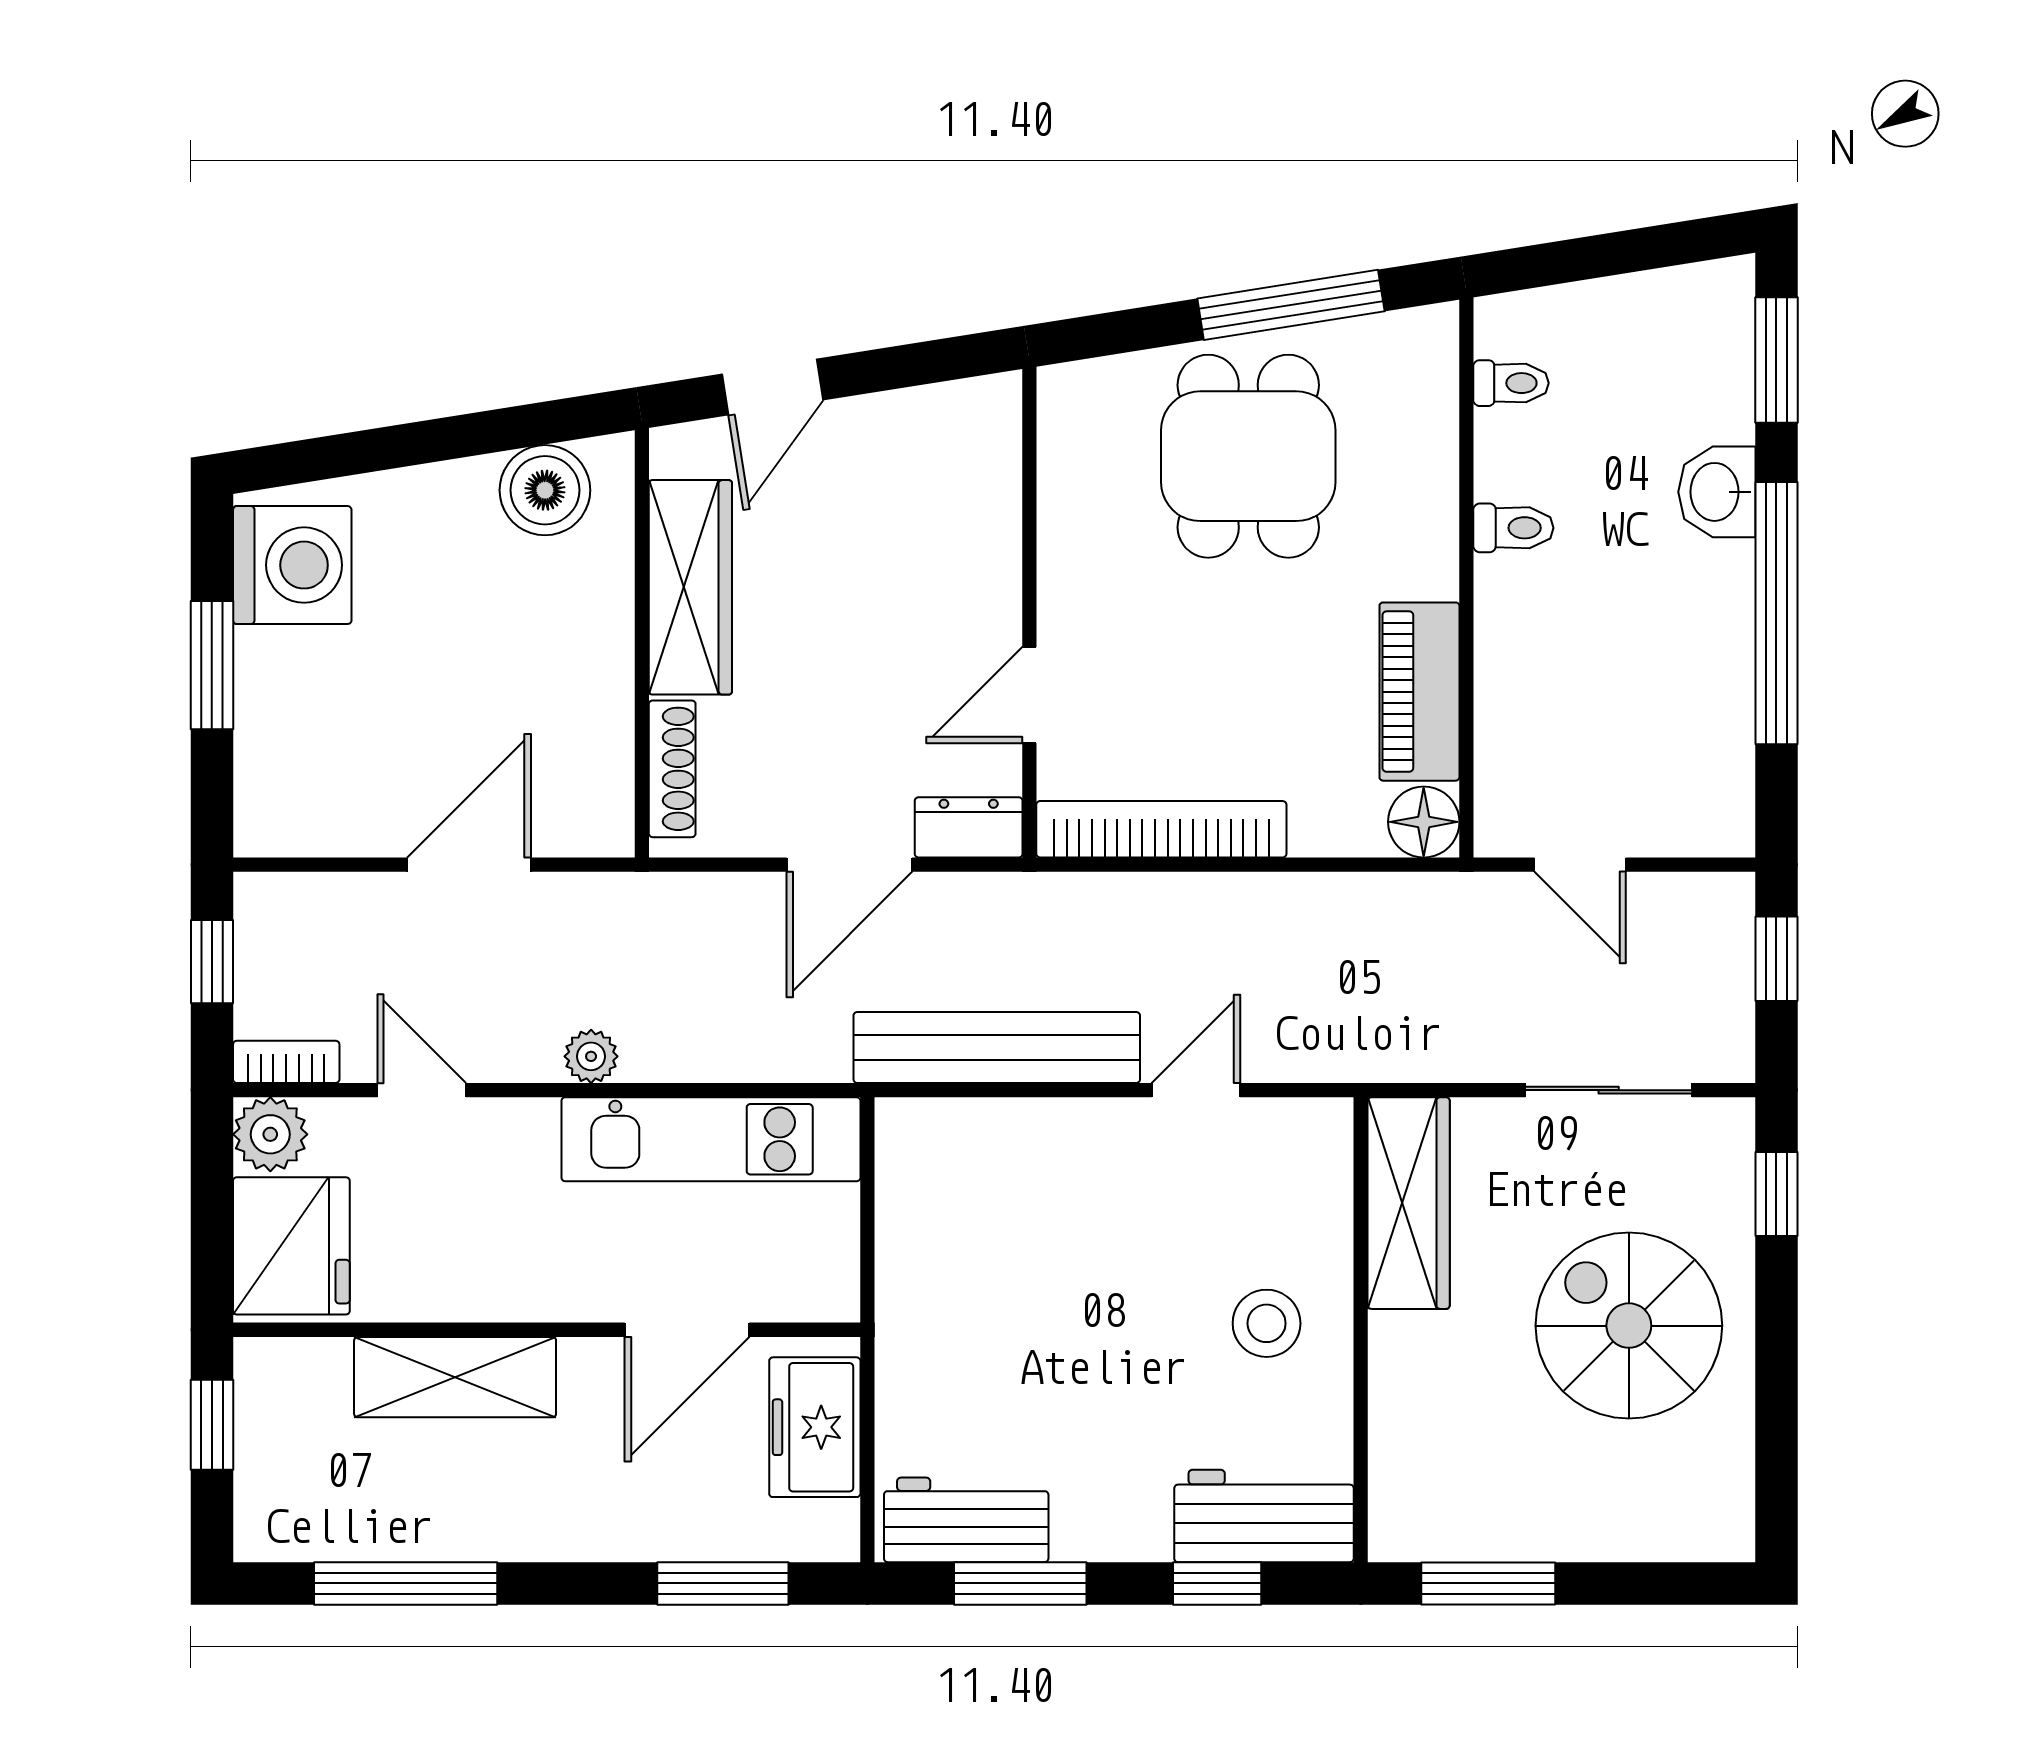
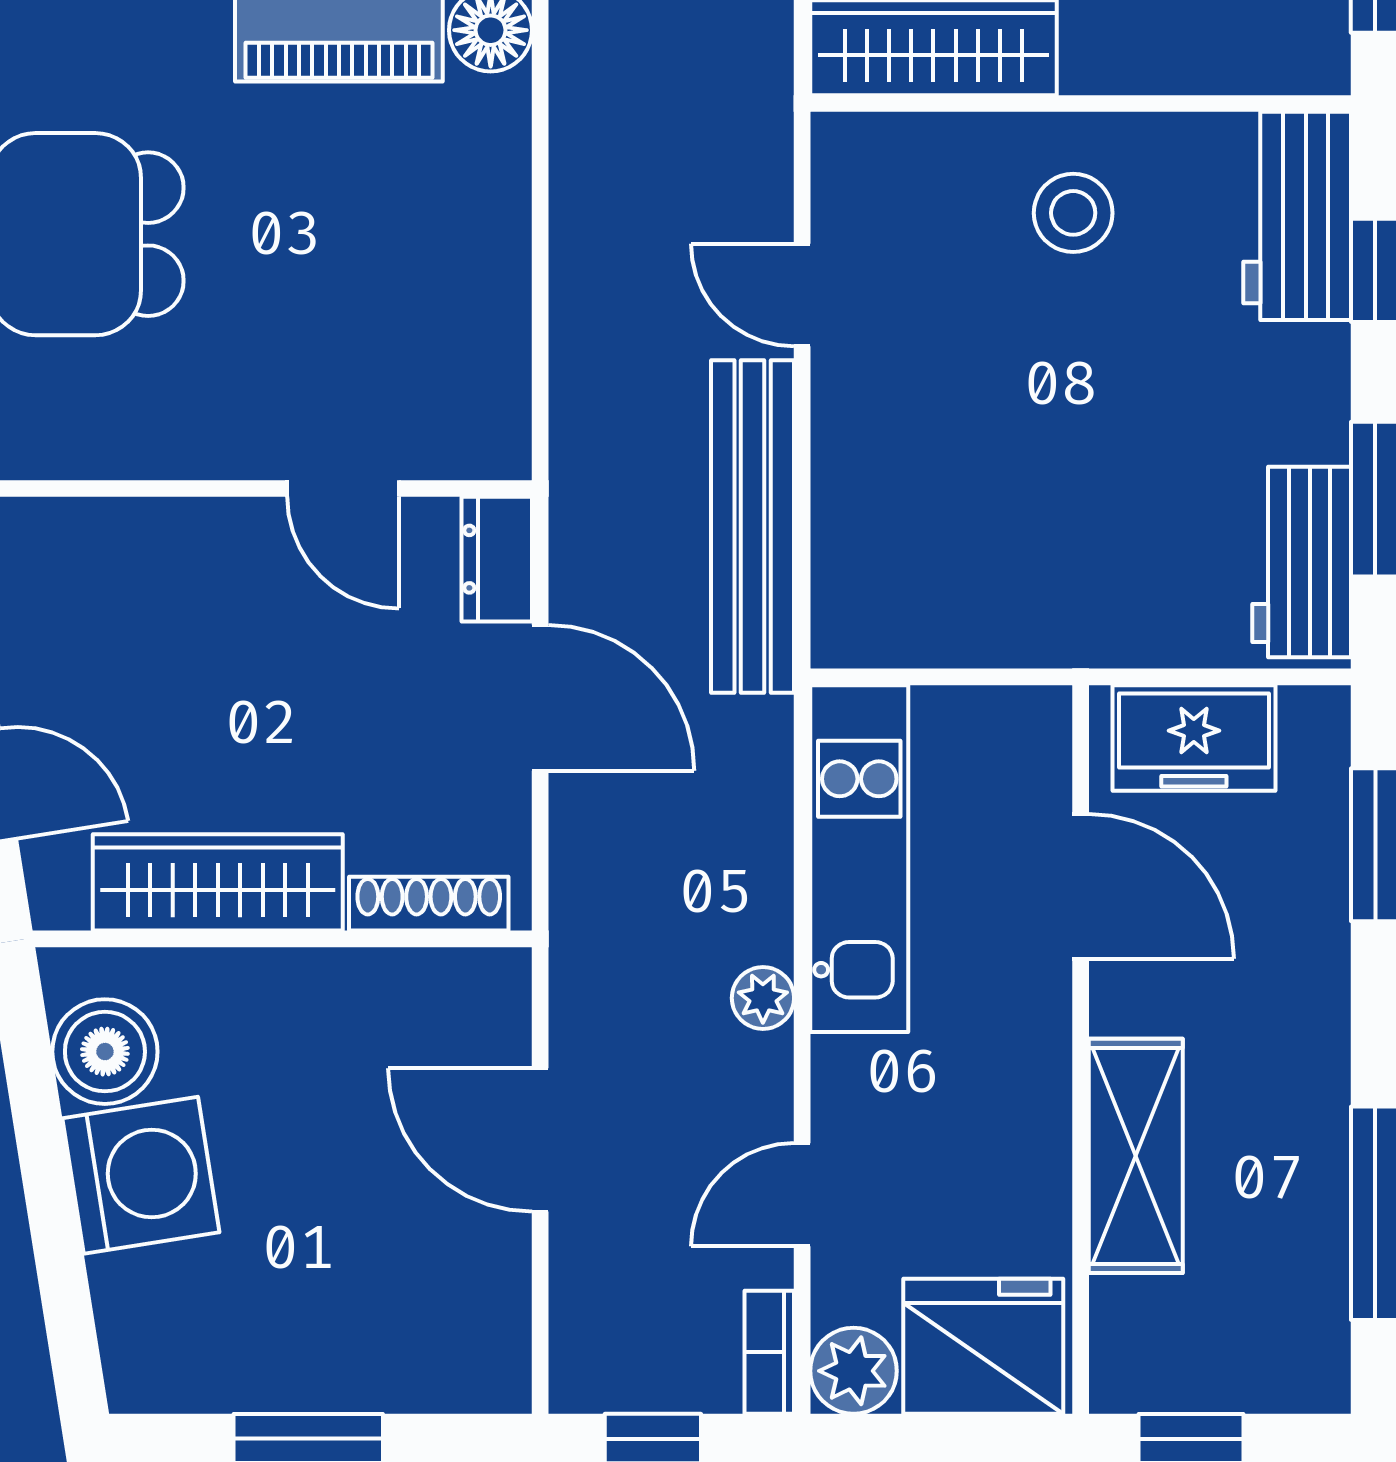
washing machine: (292, 565) -> (141, 1175), moved, turned 81
bookcase: (1161, 829) -> (499, 335), removed

